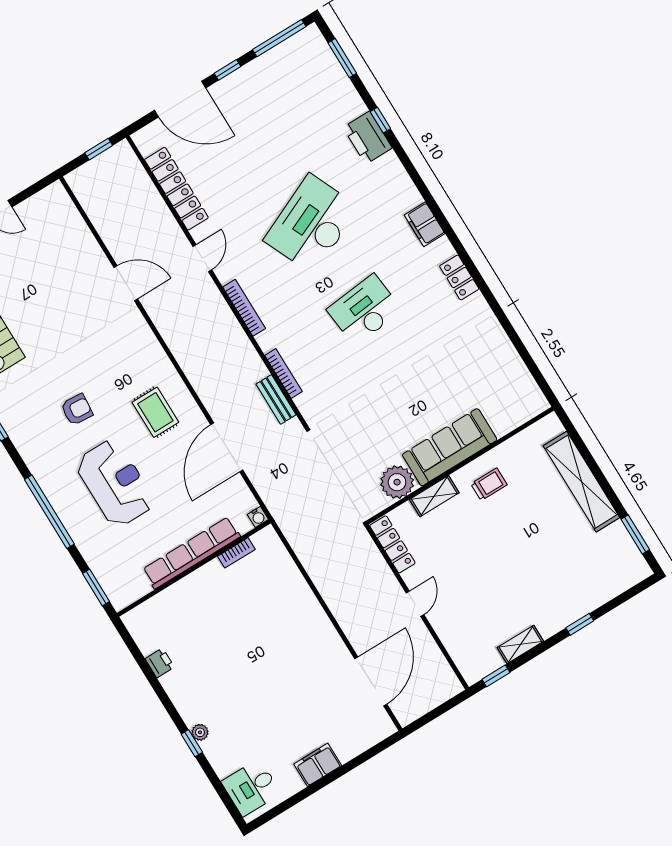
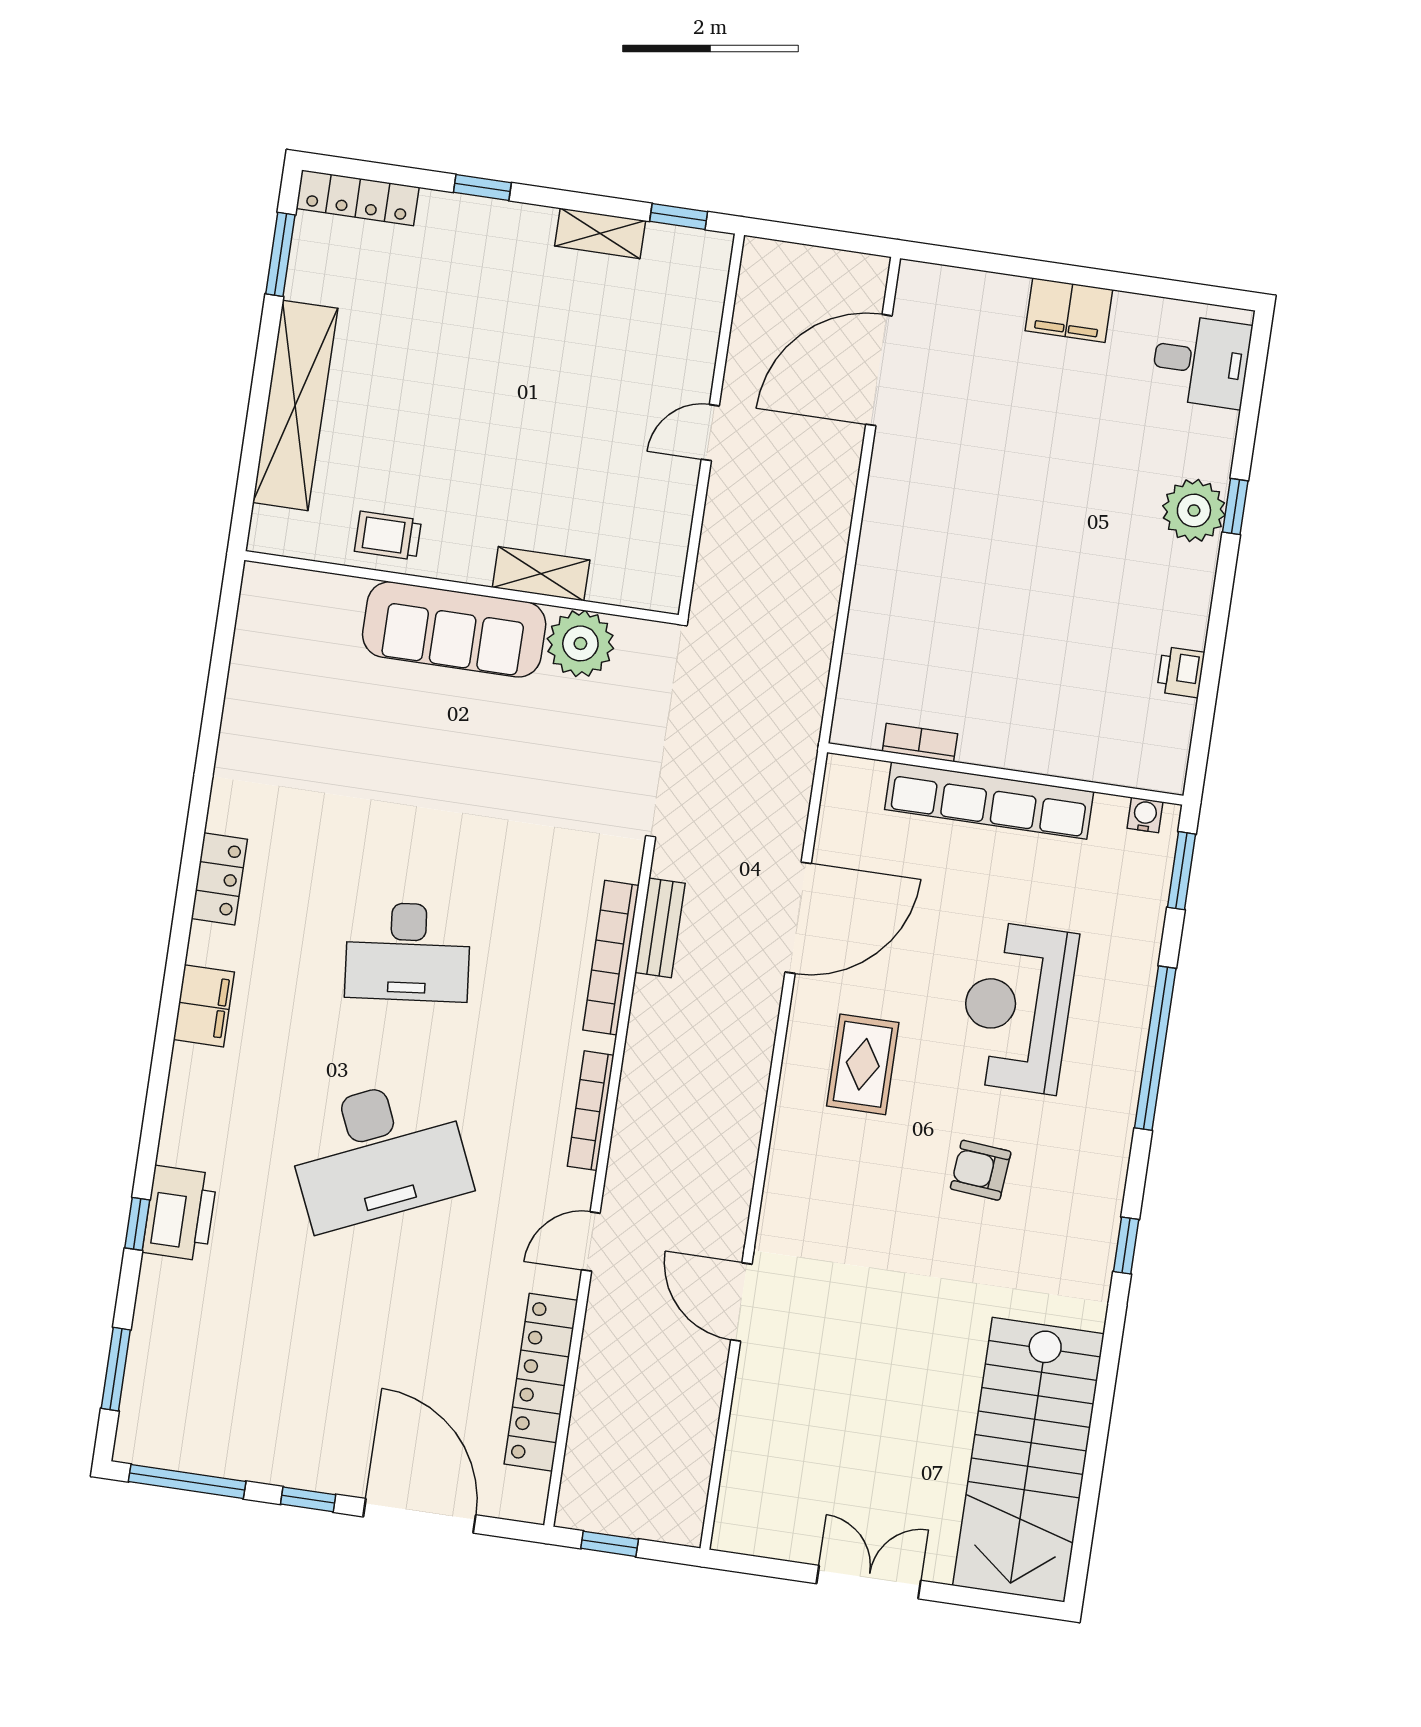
bookcase: (283, 374) -> (611, 958), width x1.48, depth x1.31
trolley: (489, 484) -> (388, 536), moved
water cooler: (258, 517) -> (1145, 815), moved
locker: (392, 544) -> (358, 198), moved, turned -90
plant: (200, 732) -> (1194, 510), width x1.87, depth x1.87

